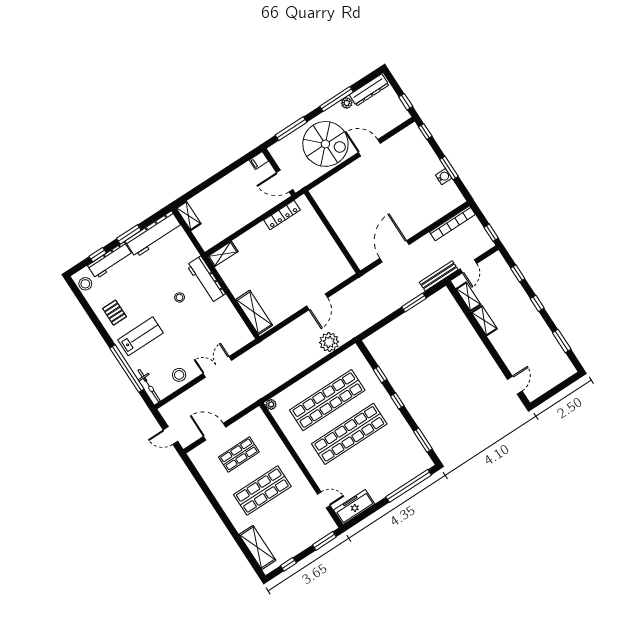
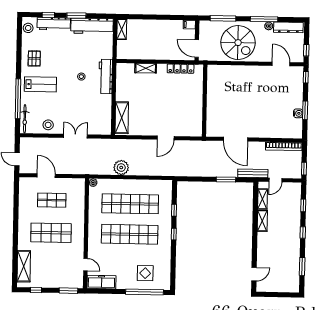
door: (369, 148) -> (281, 64), moved
door: (394, 251) -> (236, 139), swing flipped
shelving: (223, 254) -> (146, 68), moved
plant: (329, 342) -> (121, 168), moved
window: (423, 440) -> (173, 269), removed
display table: (395, 465) -> (145, 273), added

